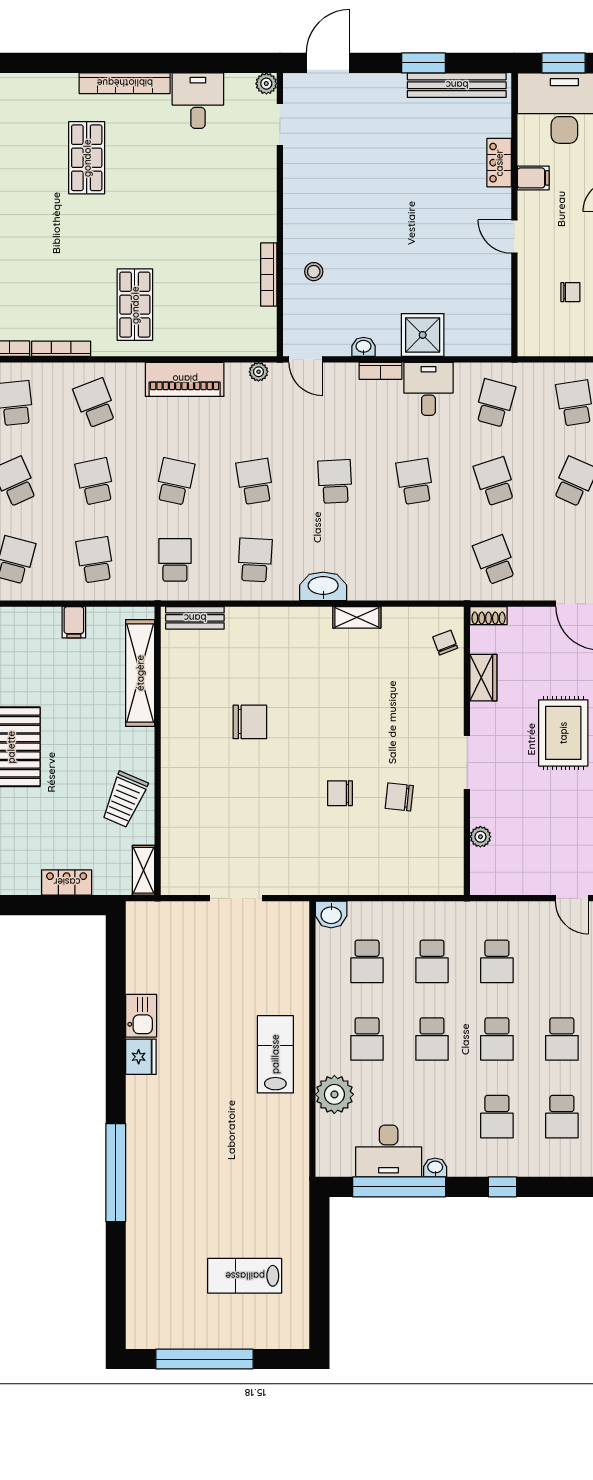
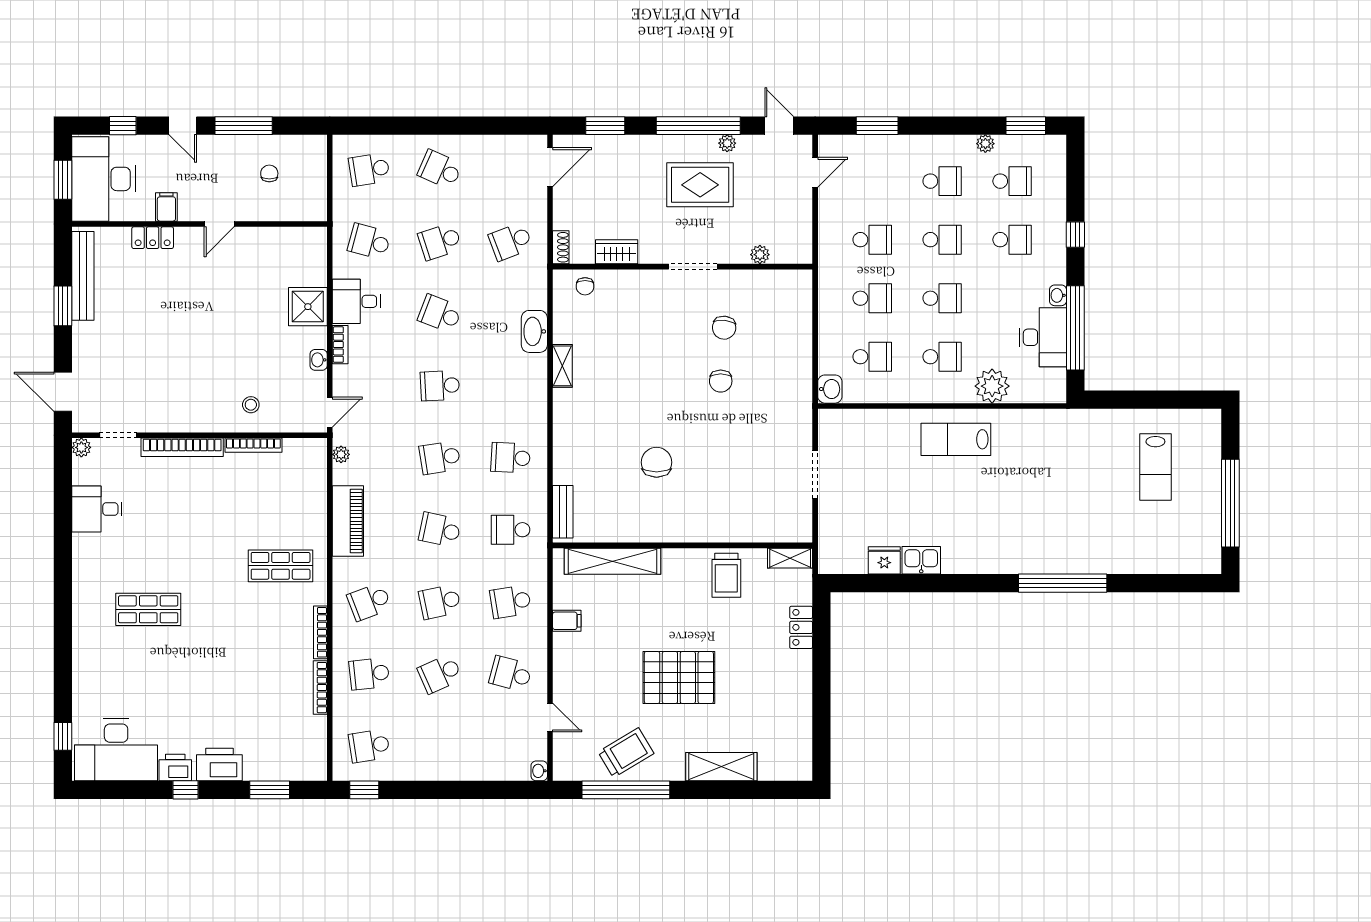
bookcase: (125, 83) -> (182, 447), moved, turned 90
school desk: (415, 481) -> (440, 314), turned 30
washbasin: (323, 586) -> (534, 331), moved
chair: (445, 643) -> (585, 286), turned -69
rug: (563, 733) -> (700, 185), moved
trolley: (124, 799) -> (726, 575), turned 67
fridge: (141, 1057) -> (884, 560), moved

